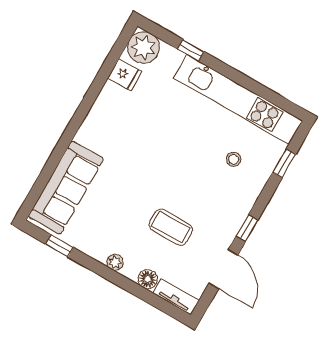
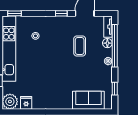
window: (284, 163) -> (14, 13), moved
sofa: (66, 188) -> (88, 100), width x0.73
window: (136, 289) -> (115, 46), added

